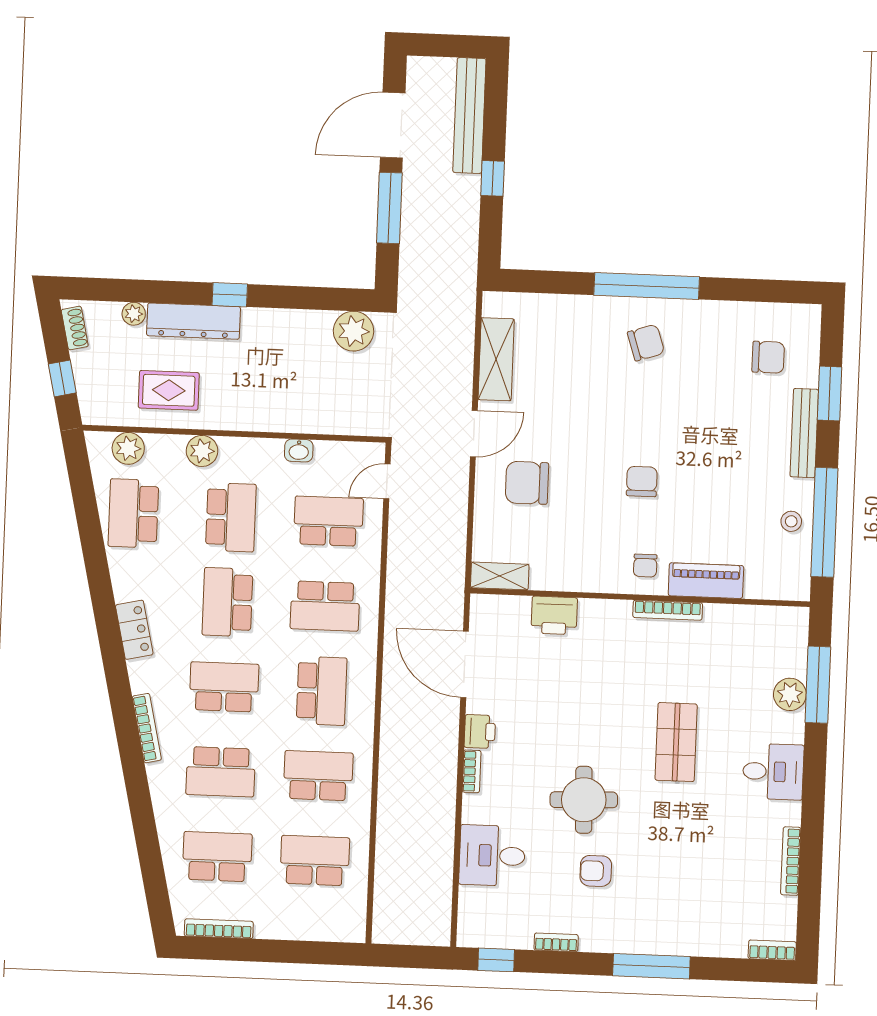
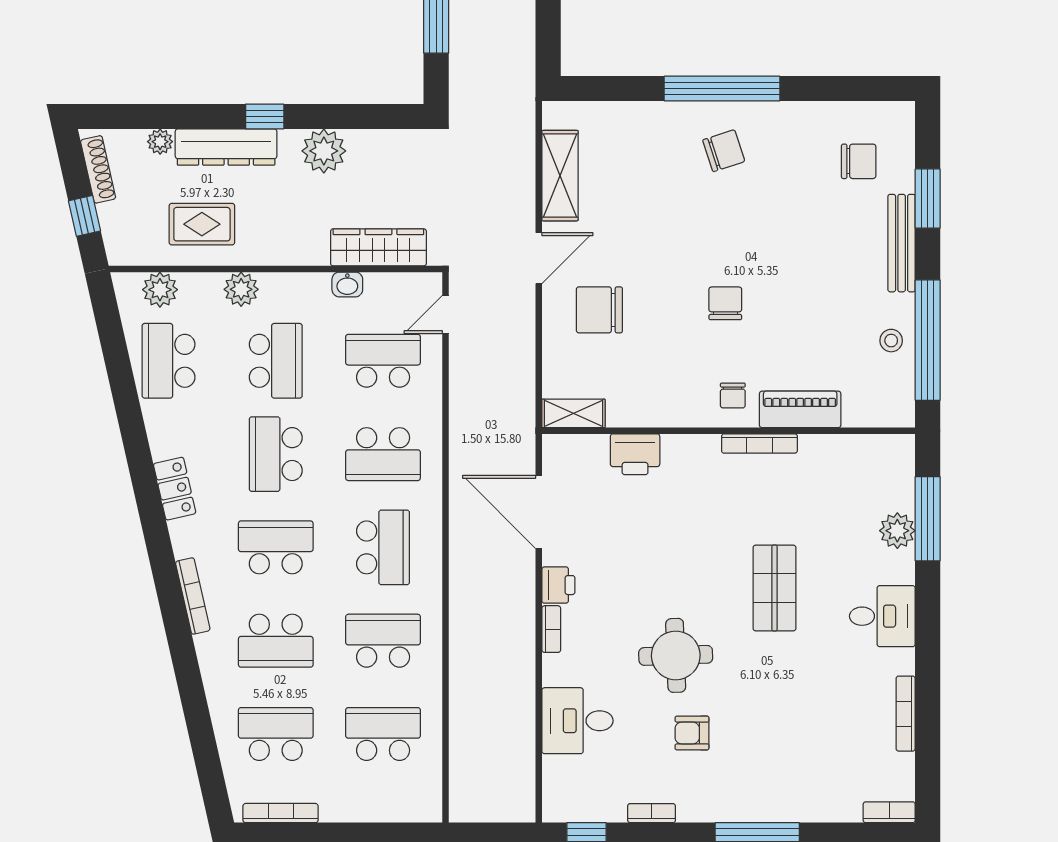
shoe rack: (75, 328) -> (98, 169), width x1.43
plant: (354, 331) -> (324, 151), moved
wardrobe: (328, 418) -> (378, 247), added

